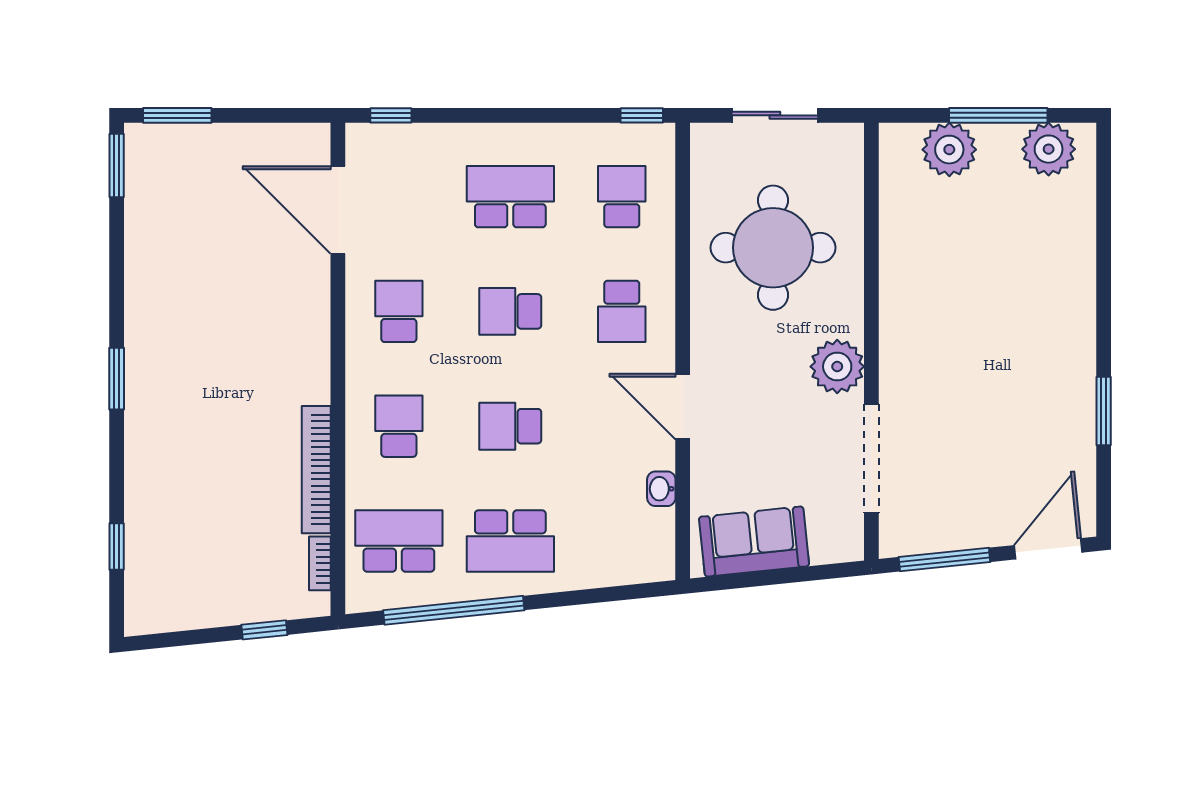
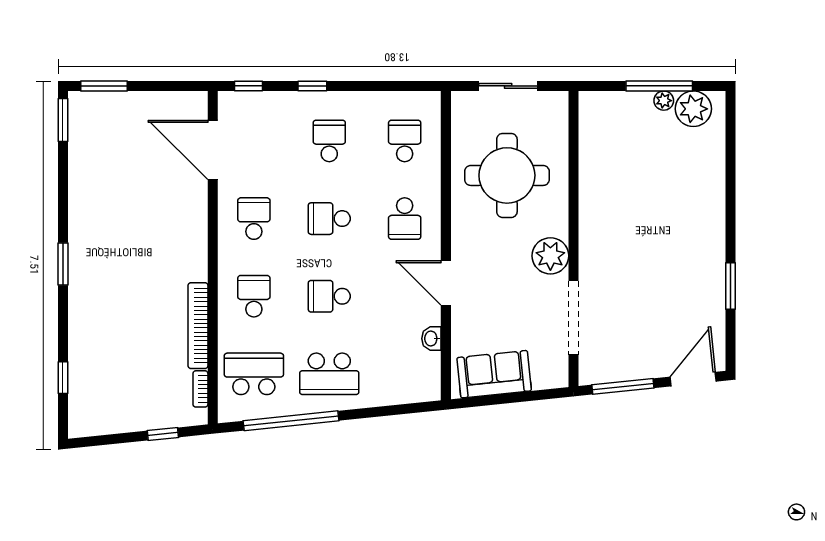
window: (642, 115) -> (312, 86), moved
plant: (949, 150) -> (664, 101), moved, width x0.53, depth x0.53
school desk: (510, 197) -> (329, 141), width x0.54

